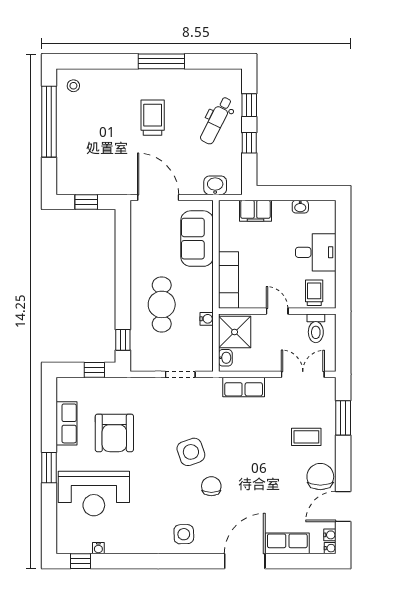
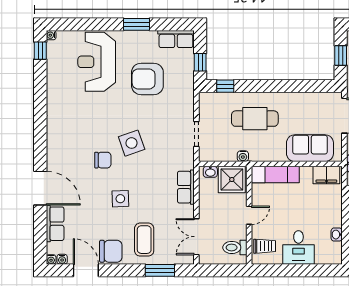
filing cabinet: (255, 211) -> (326, 175), moved, turned -90
double door: (303, 374) -> (196, 237), swing flipped
row of seats: (67, 423) -> (176, 39), moved
coffee table: (306, 437) -> (144, 240), width x1.36, depth x1.30
window: (49, 468) -> (136, 24), moved
side table: (184, 534) -> (120, 199), moved
water cooler: (98, 548) -> (51, 35), moved

